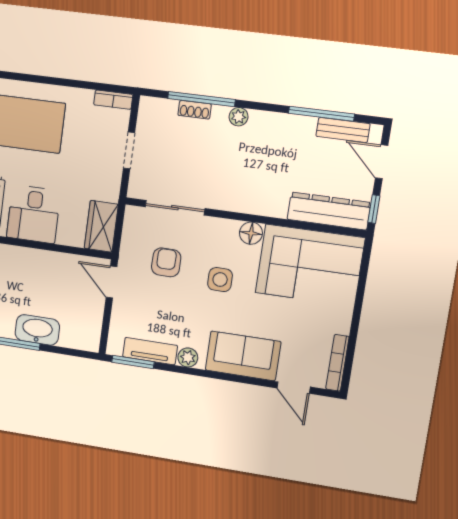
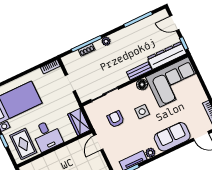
bench: (343, 130) -> (139, 71), moved
door: (111, 282) -> (98, 142), hinge flipped

